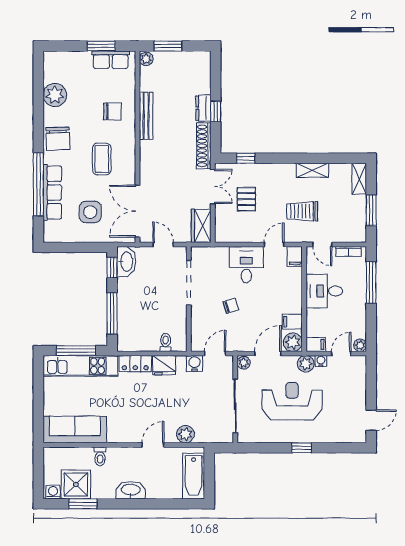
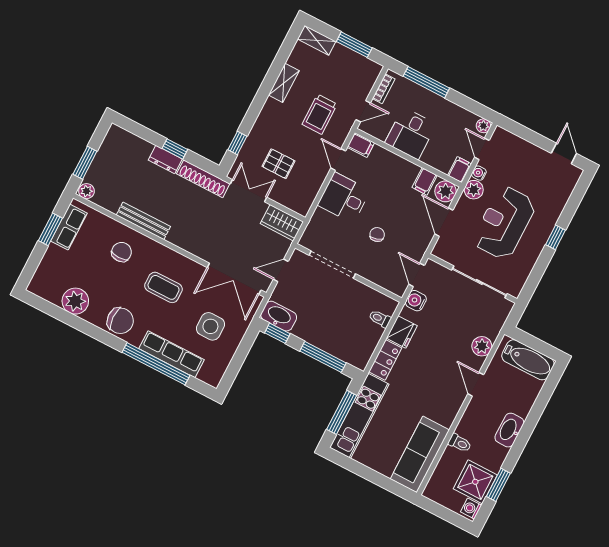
plant: (244, 363) -> (441, 251), removed

